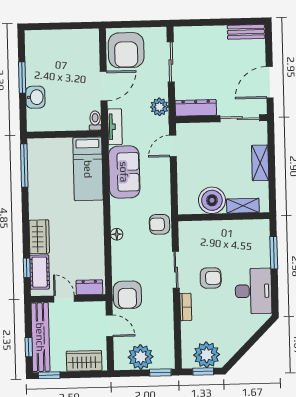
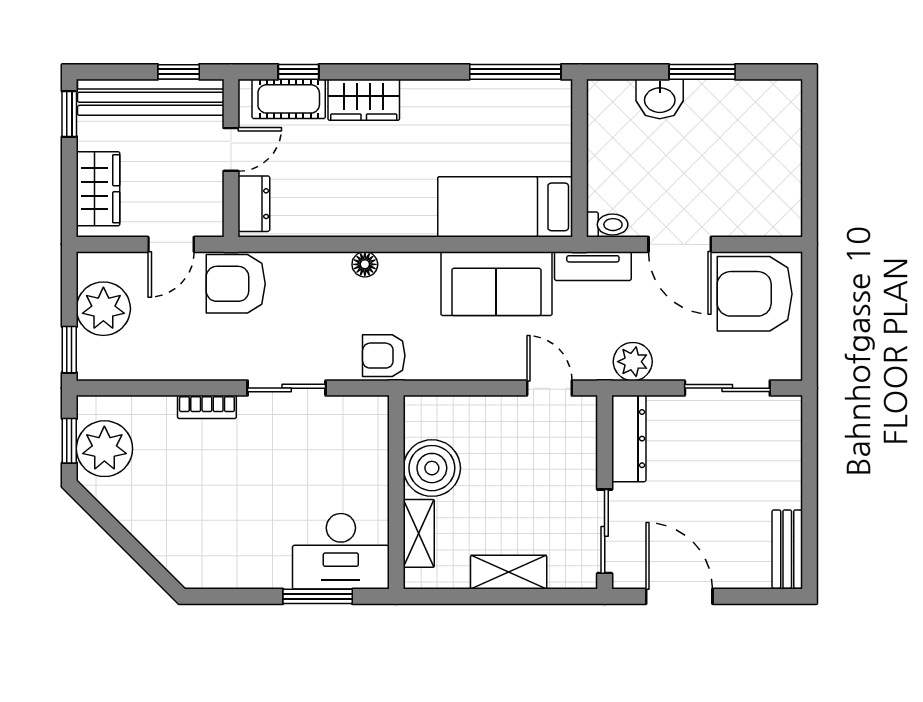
armchair: (159, 224) -> (384, 356), turned -90
armchair: (211, 278) -> (267, 461), removed
desk: (253, 291) -> (341, 551), moved
window: (29, 347) -> (179, 72), moved

